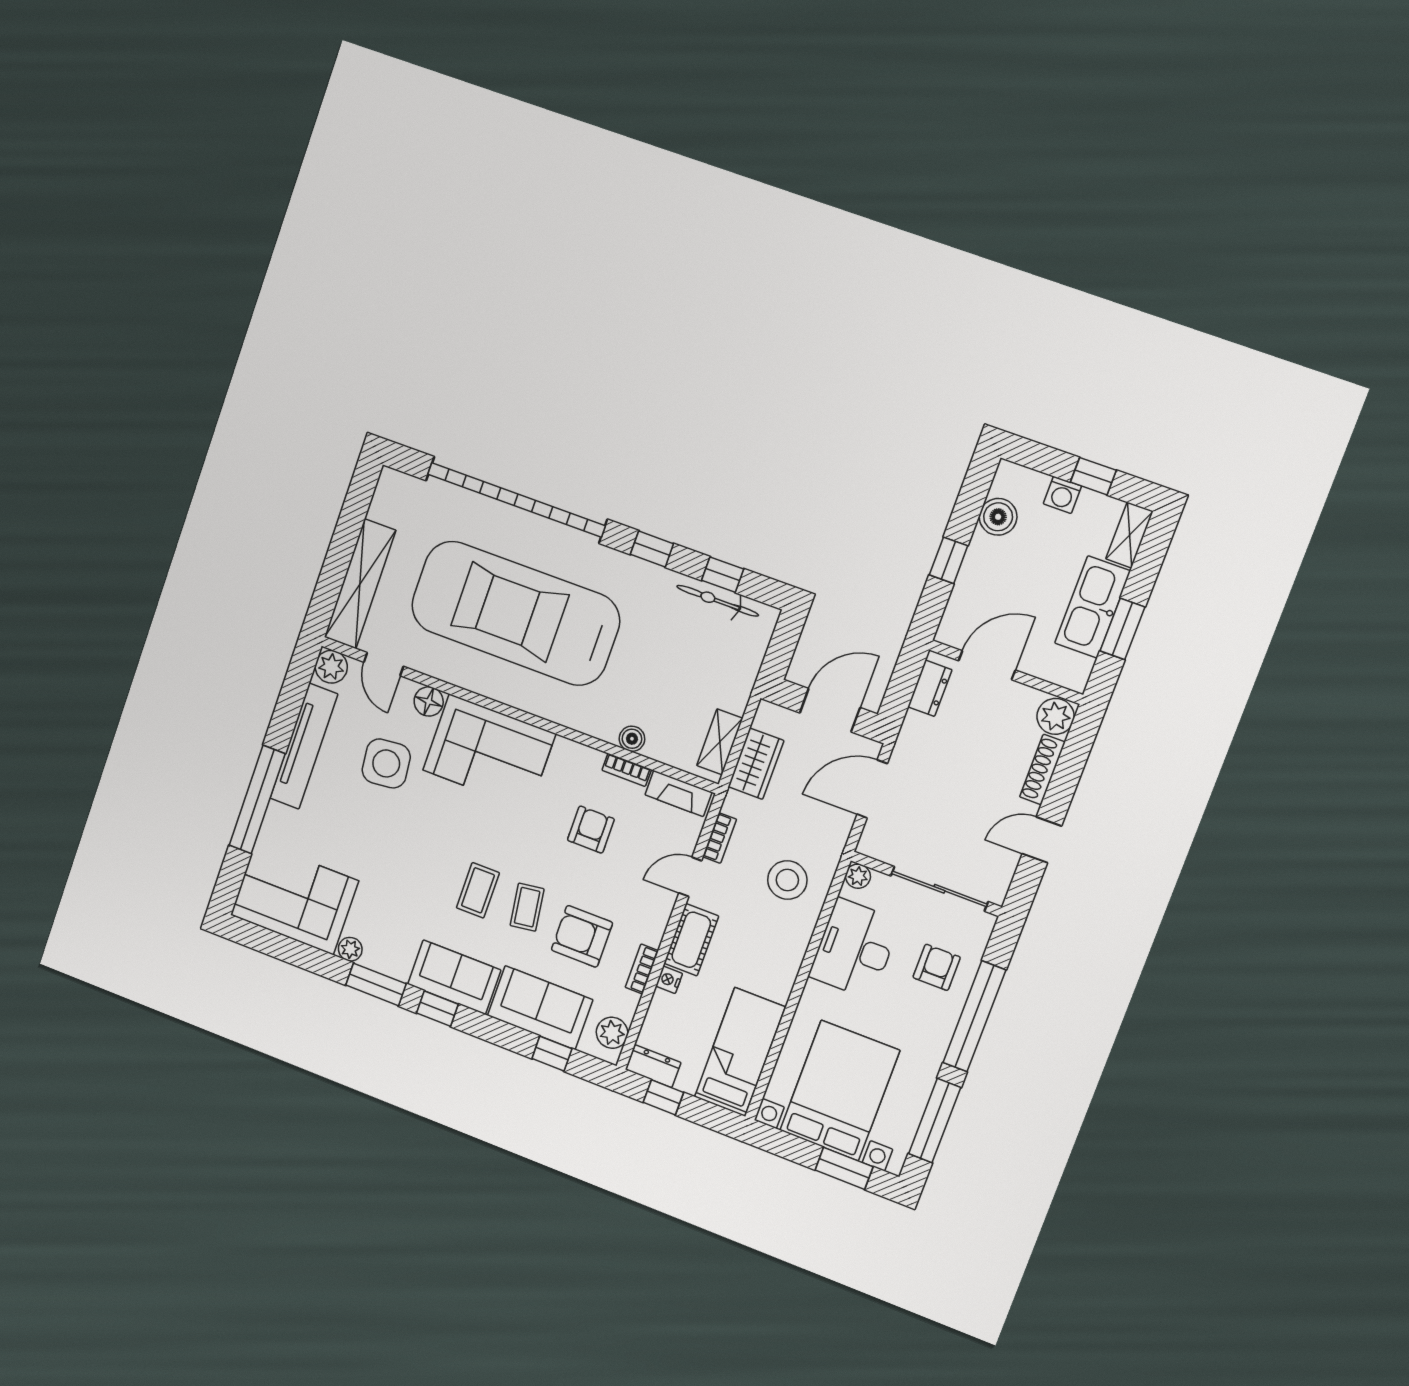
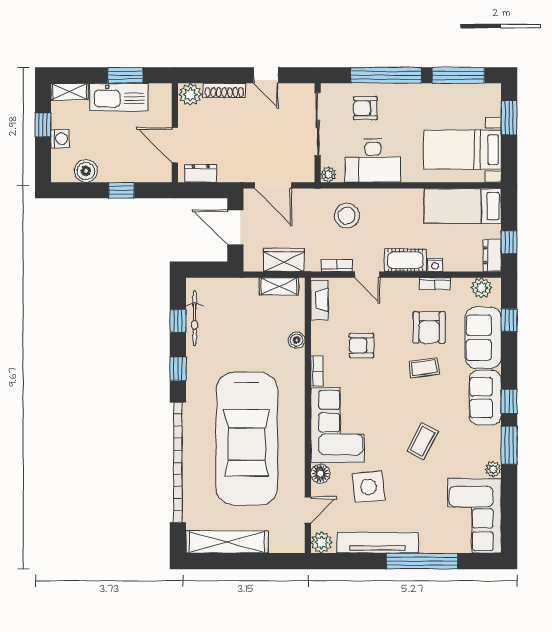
shelving: (360, 584) -> (227, 542), moved
bookcase: (627, 770) -> (317, 371), moved
coffee table: (478, 890) -> (423, 441), moved, turned -62
bed with nightstands: (840, 1090) -> (462, 150), width x0.73

